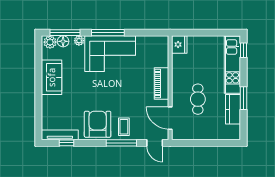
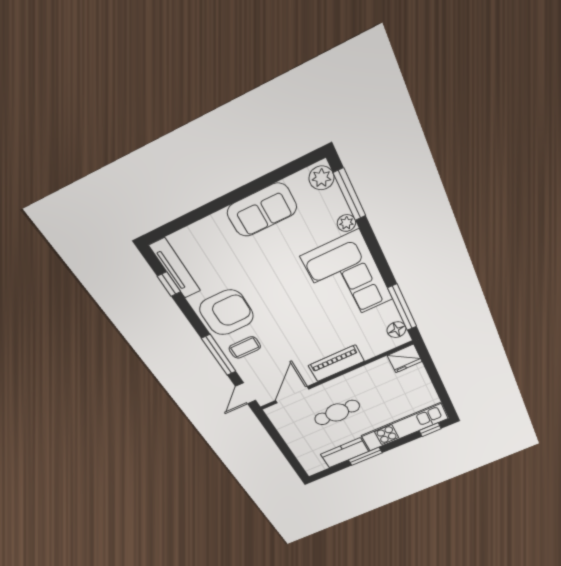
window: (108, 33) -> (402, 307), moved
floor lamp: (63, 41) -> (396, 330), moved

